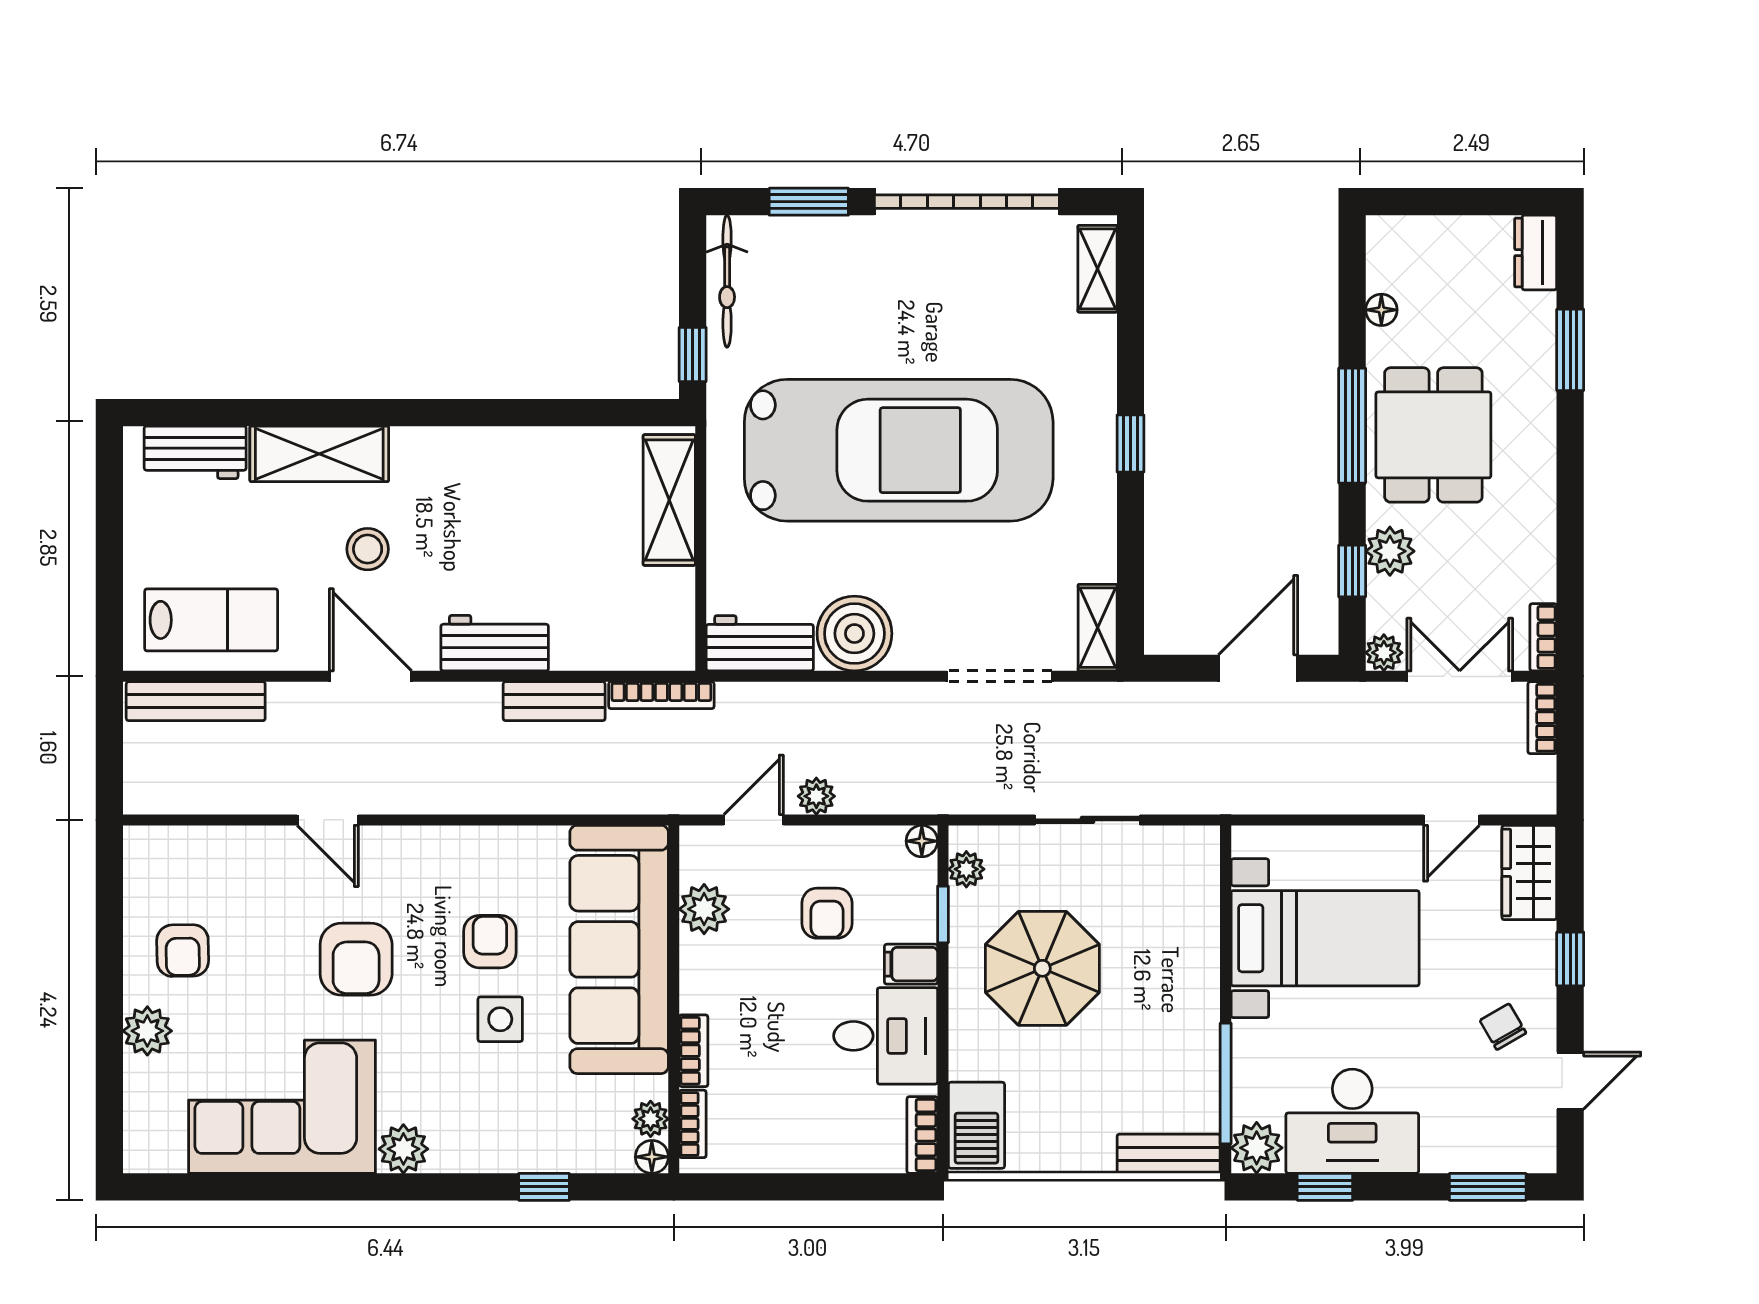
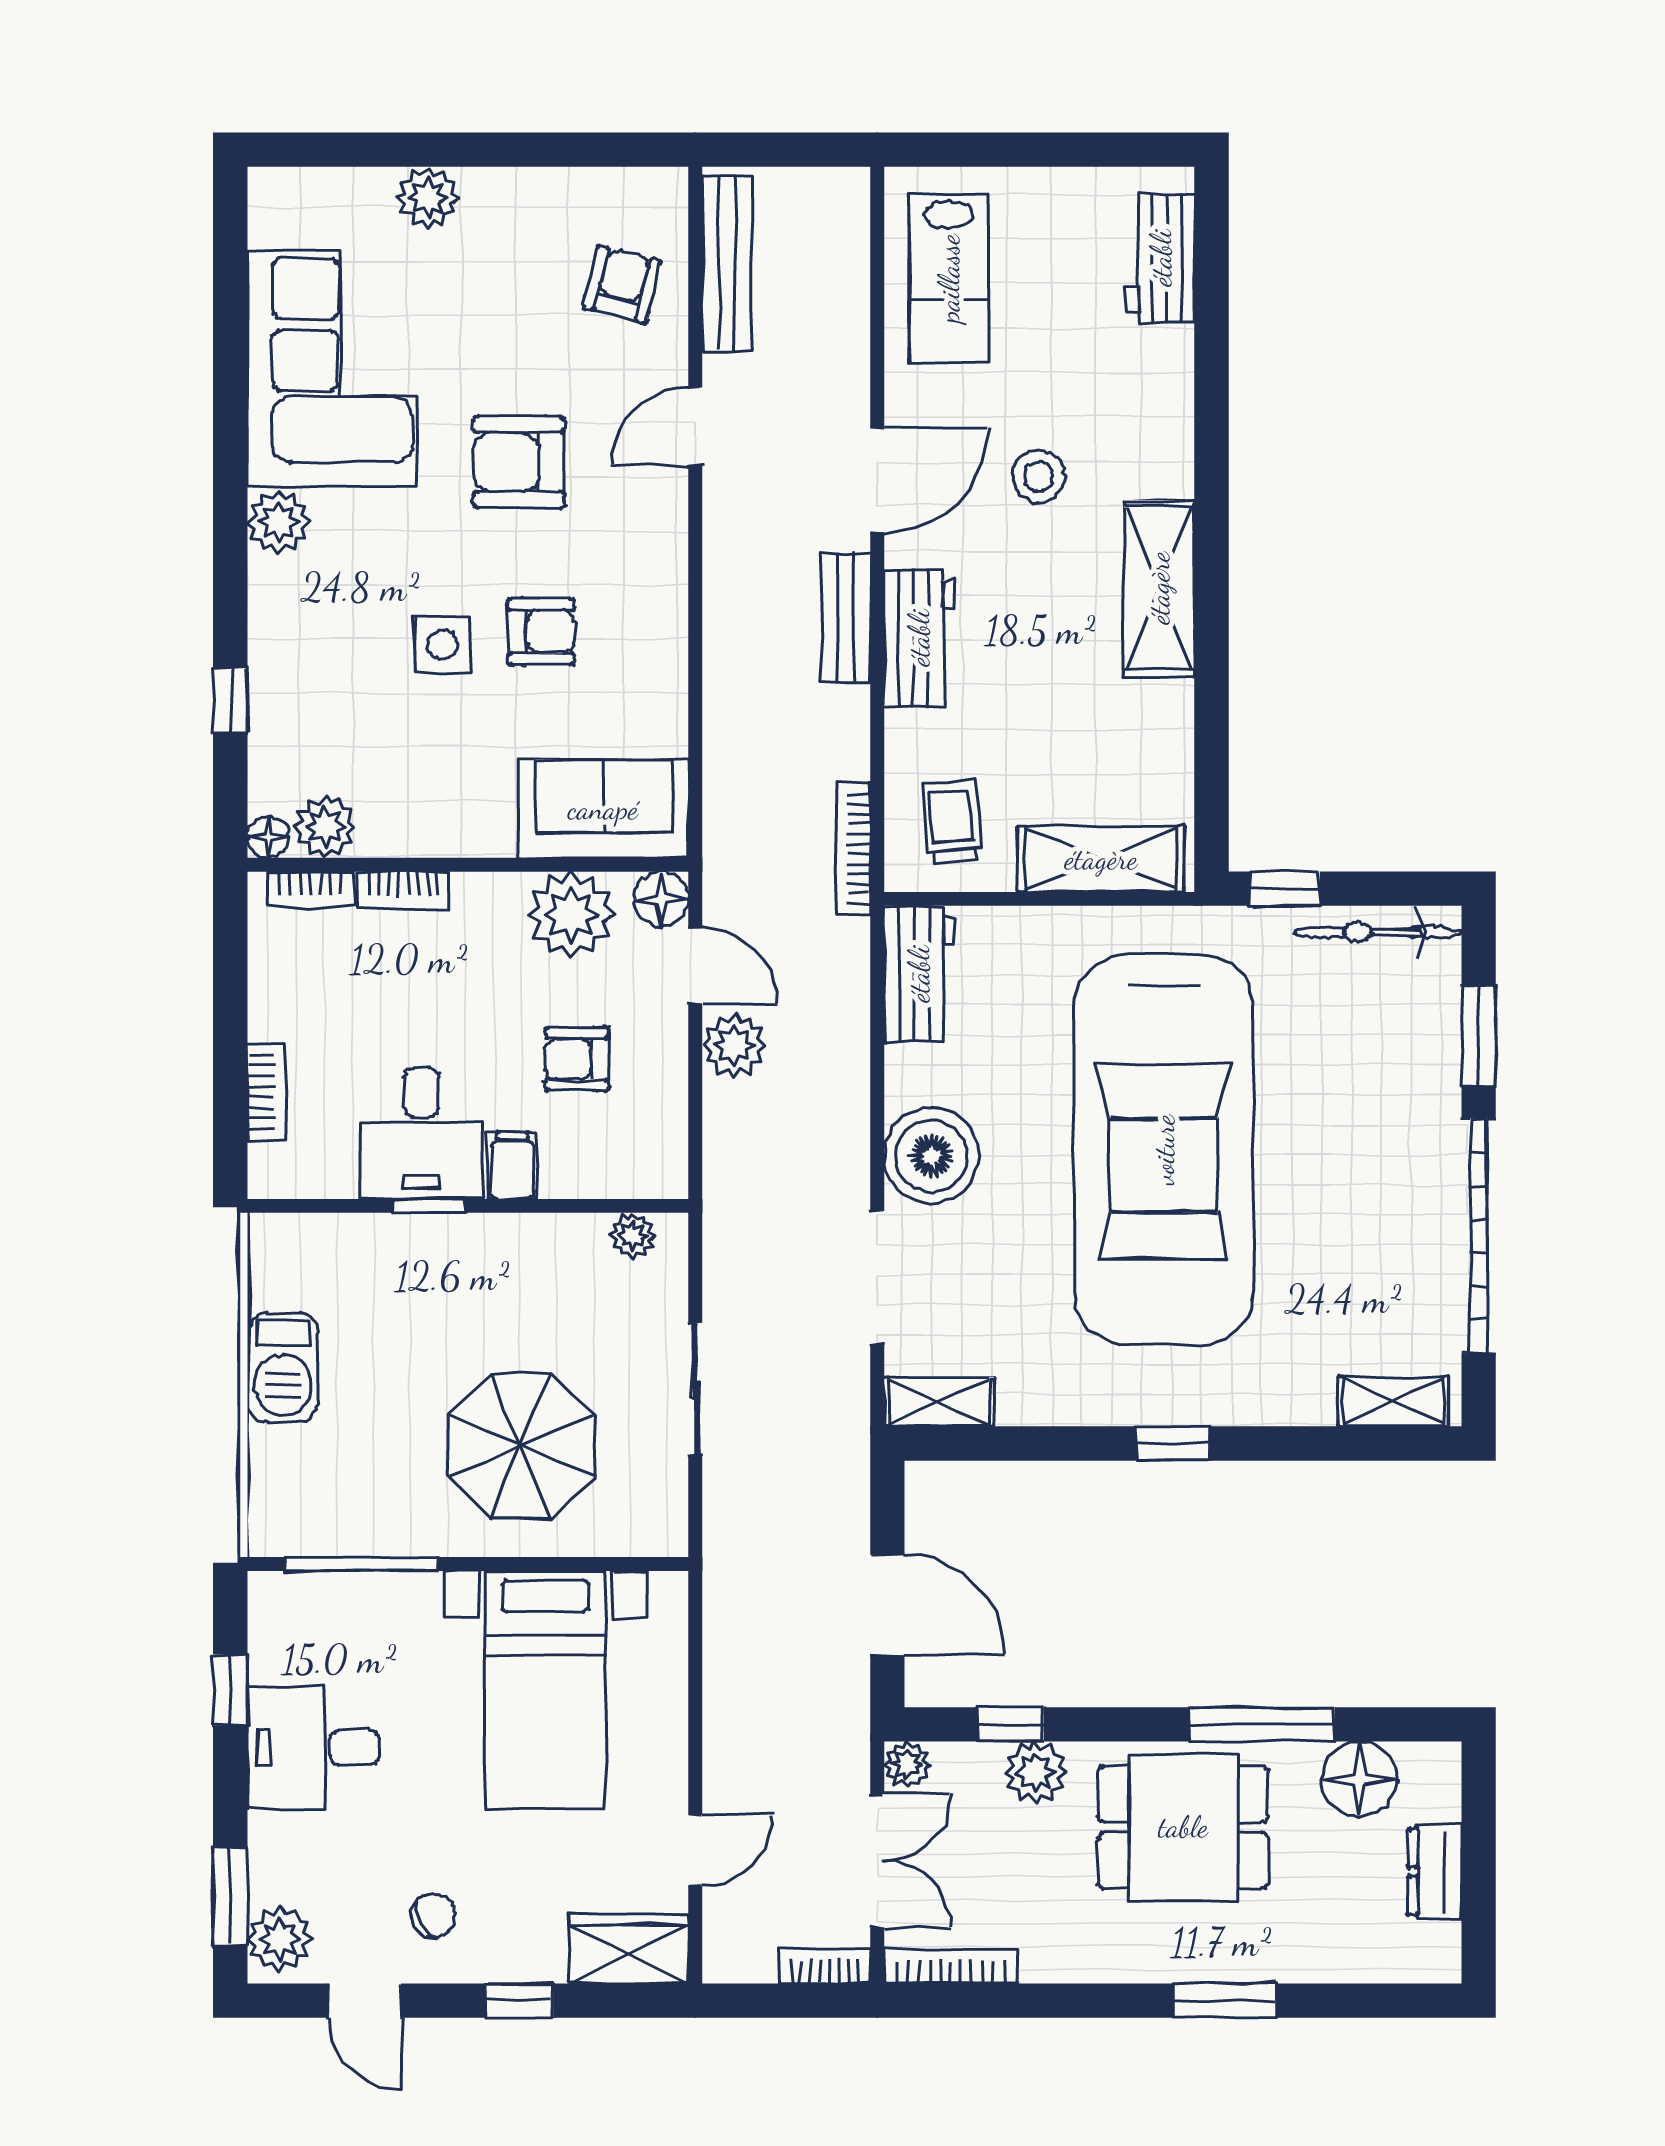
dresser: (1536, 253) -> (1435, 1872), moved, turned -90
floor lamp: (1381, 310) -> (1359, 1779), width x1.89, depth x1.89
window: (1570, 350) -> (1224, 2001), moved
window: (1352, 426) -> (1262, 1724), moved
shelving: (319, 454) -> (1159, 588), moved
trolley: (640, 618) -> (952, 822), added
boiler: (854, 634) -> (931, 1156), moved
bookcase: (1543, 637) -> (951, 1967), width x1.56
bench: (196, 701) -> (727, 264), moved
bench: (554, 701) -> (846, 617), moved
plant: (816, 796) -> (734, 1045), width x1.38, depth x1.38
door: (1451, 820) -> (695, 1850), swing flipped
floor lamp: (922, 841) -> (661, 899), moved, width x1.37, depth x1.37
plant: (704, 909) -> (571, 915), width x1.36, depth x1.36
window: (943, 914) -> (429, 1206), moved
sofa: (619, 949) -> (603, 809), width x0.54, depth x0.79
armchair: (183, 951) -> (622, 285), moved, turned 105
parasol: (1042, 968) -> (521, 1446), moved
plant: (651, 1119) -> (325, 827), width x1.38, depth x1.38
desk: (1352, 1121) -> (313, 1747), width x0.73
barbecue: (976, 1125) -> (283, 1367), moved, turned -90
bookcase: (922, 1135) -> (267, 1092), moved, turned 90
plant: (1257, 1148) -> (280, 1939), moved
bench: (1169, 1154) -> (272, 1492), removed

